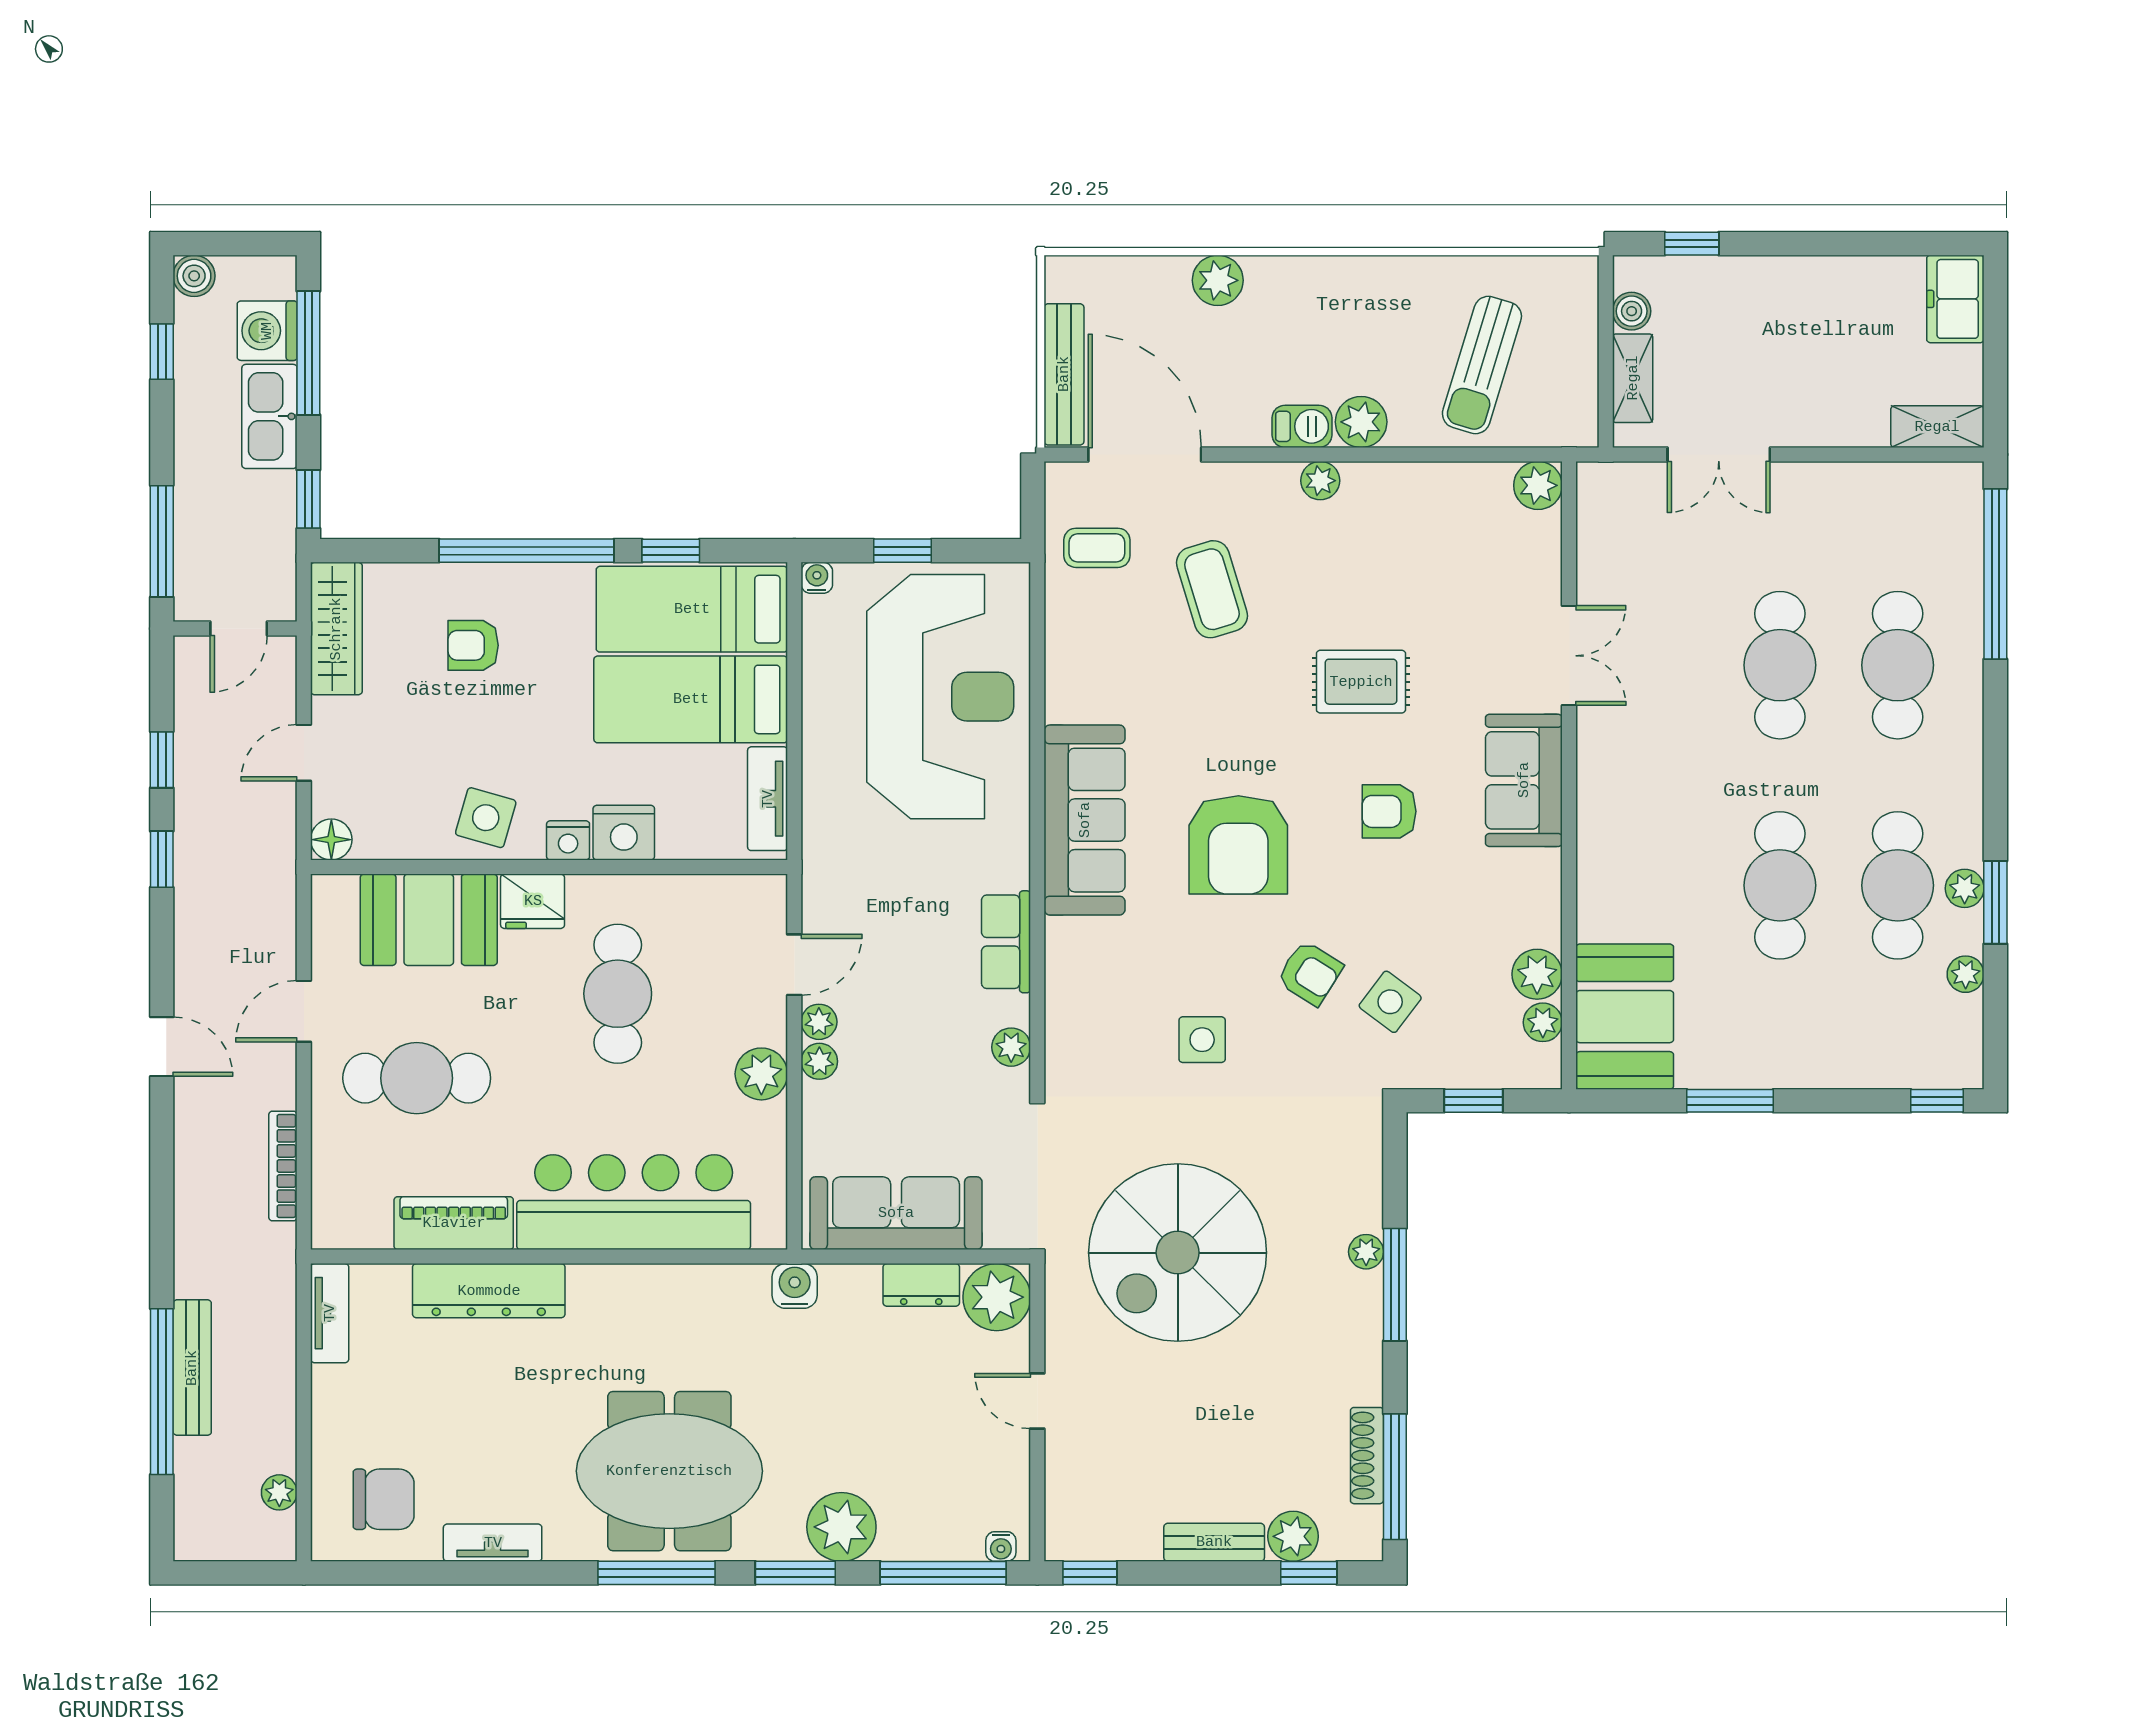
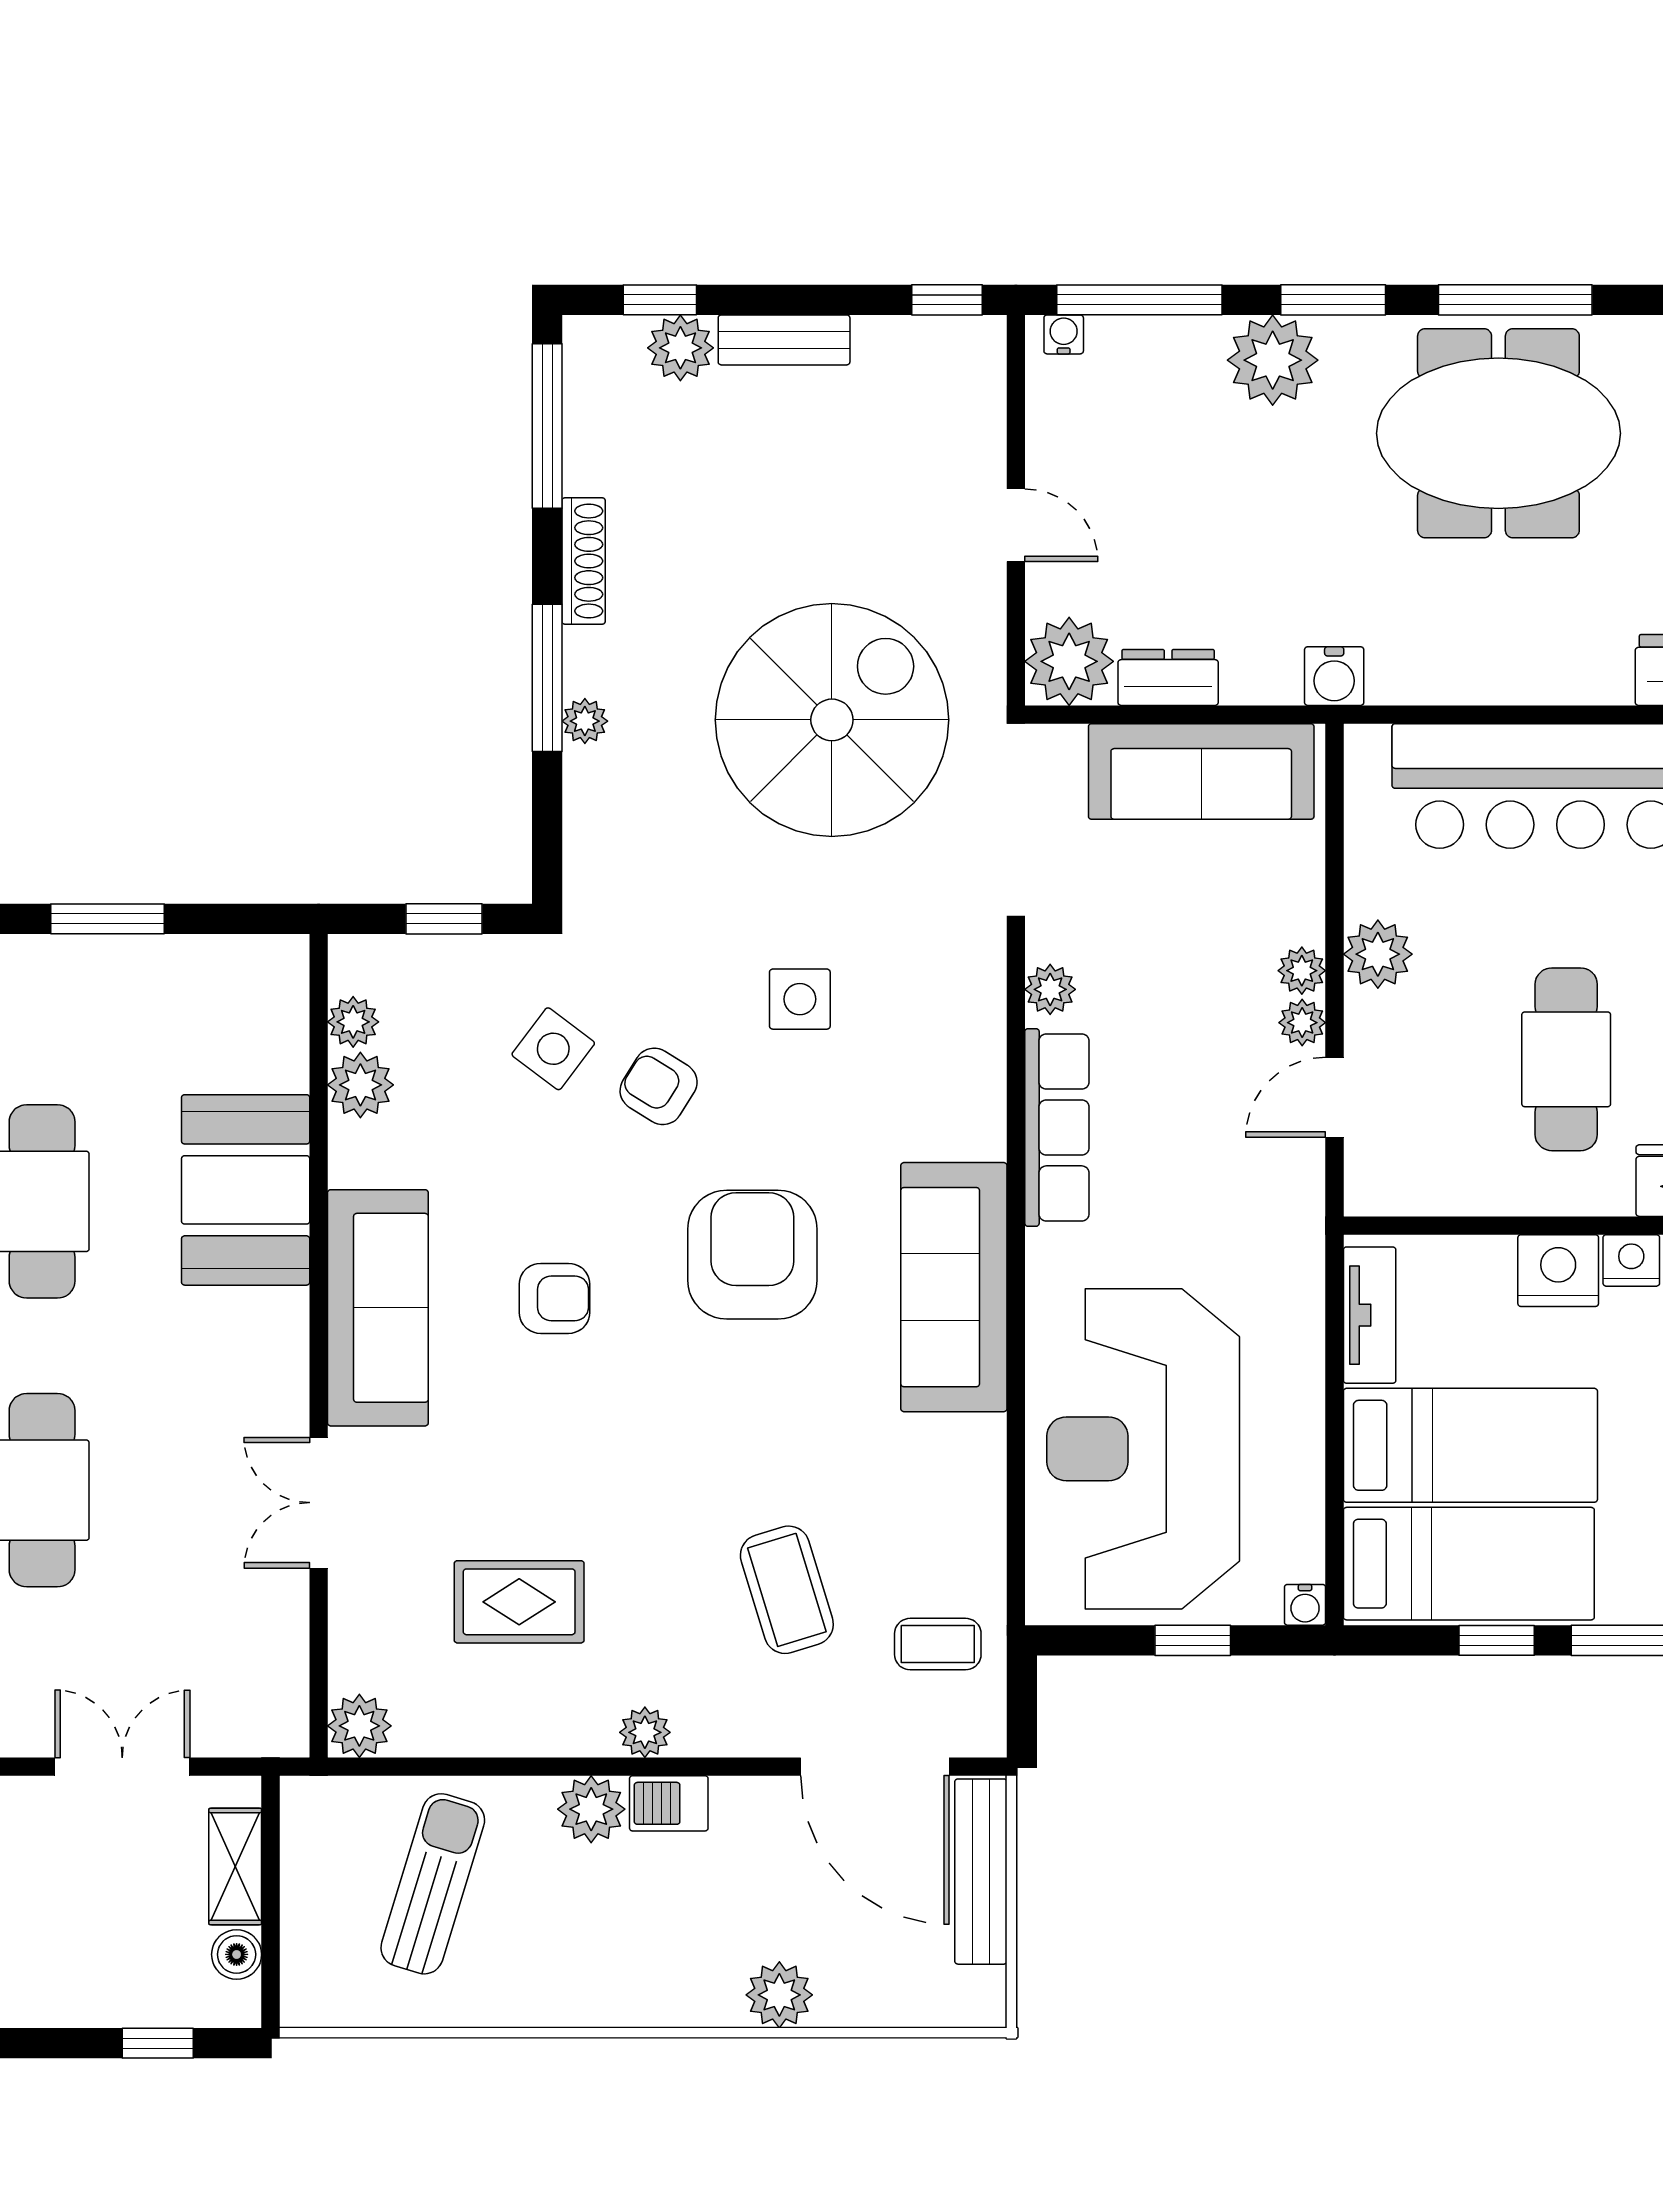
rug: (1361, 682) -> (519, 1602), moved
sofa: (1524, 780) -> (378, 1308), width x1.36
row of seats: (1006, 942) -> (1057, 1127), width x1.48
booth: (1625, 1017) -> (246, 1190), moved
shoe rack: (1367, 1456) -> (584, 561), moved

